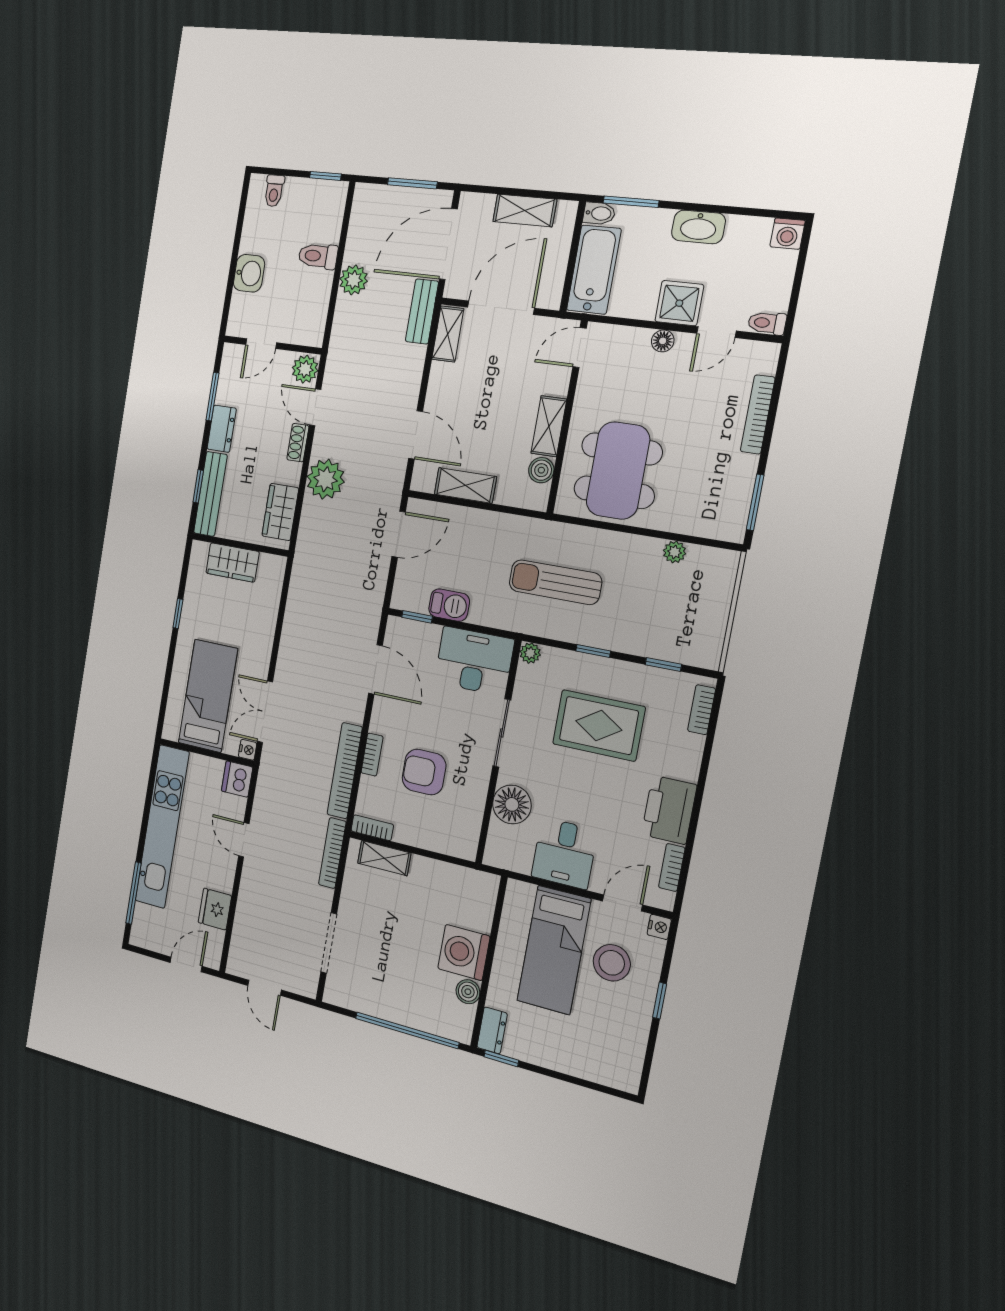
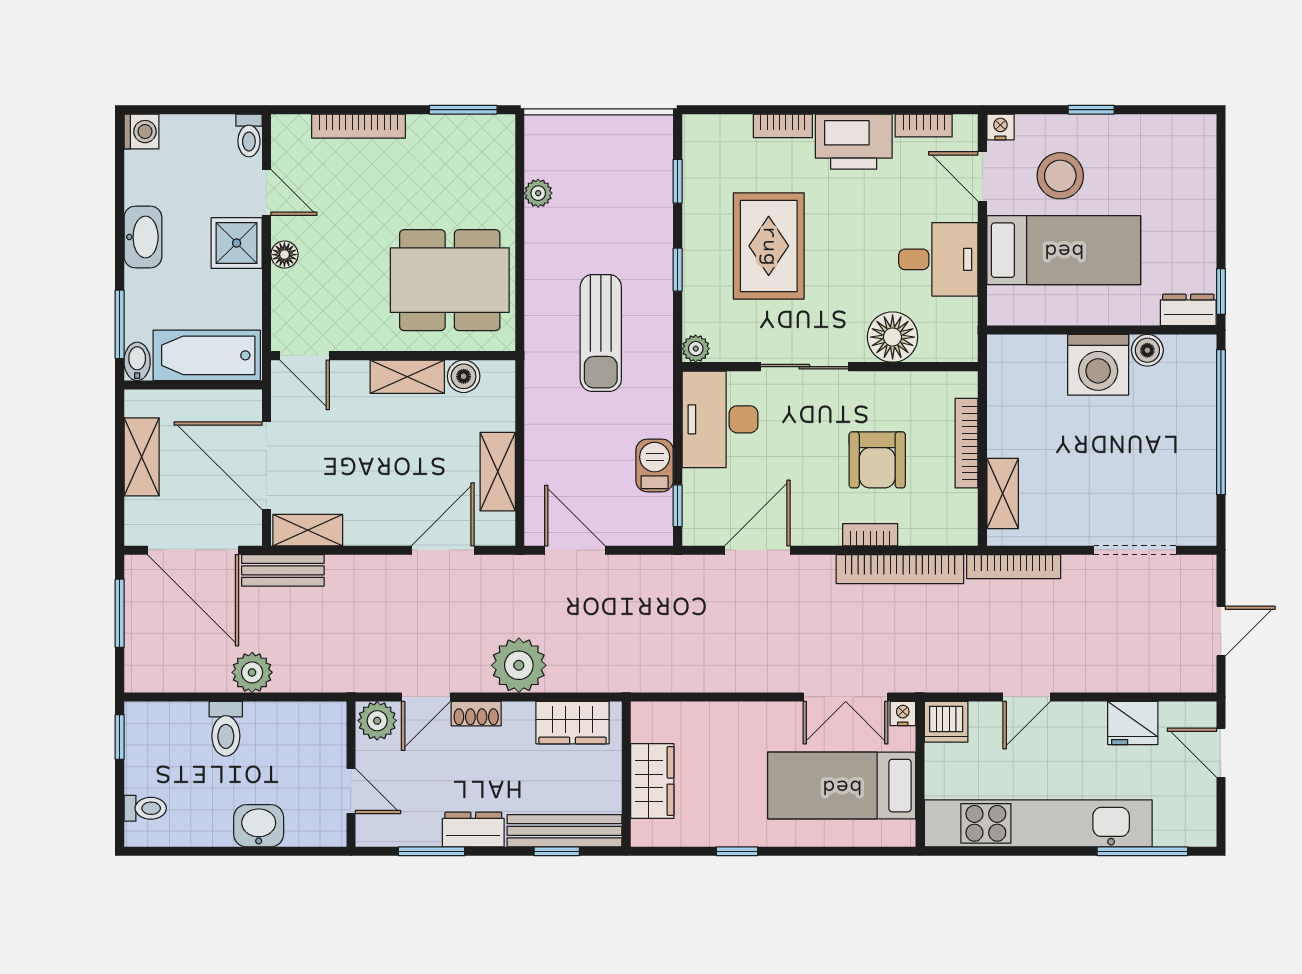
bookcase: (702, 710) -> (783, 126), moved
bookcase: (372, 828) -> (966, 443), moved, width x1.56

